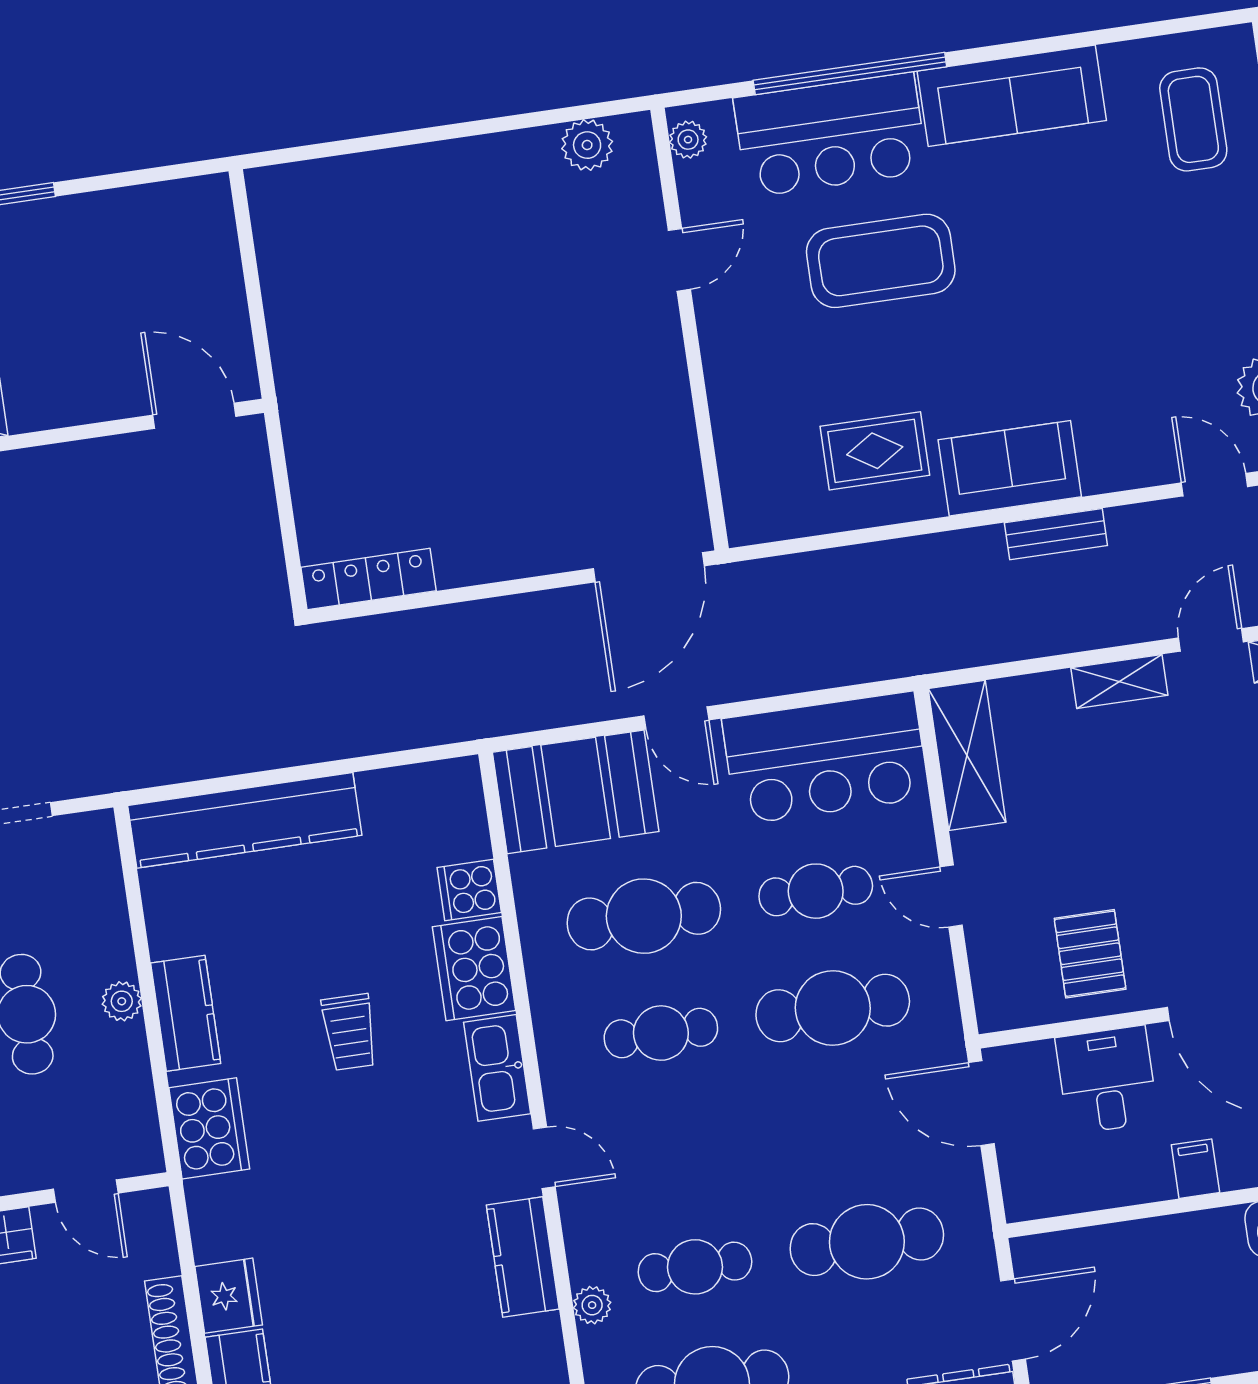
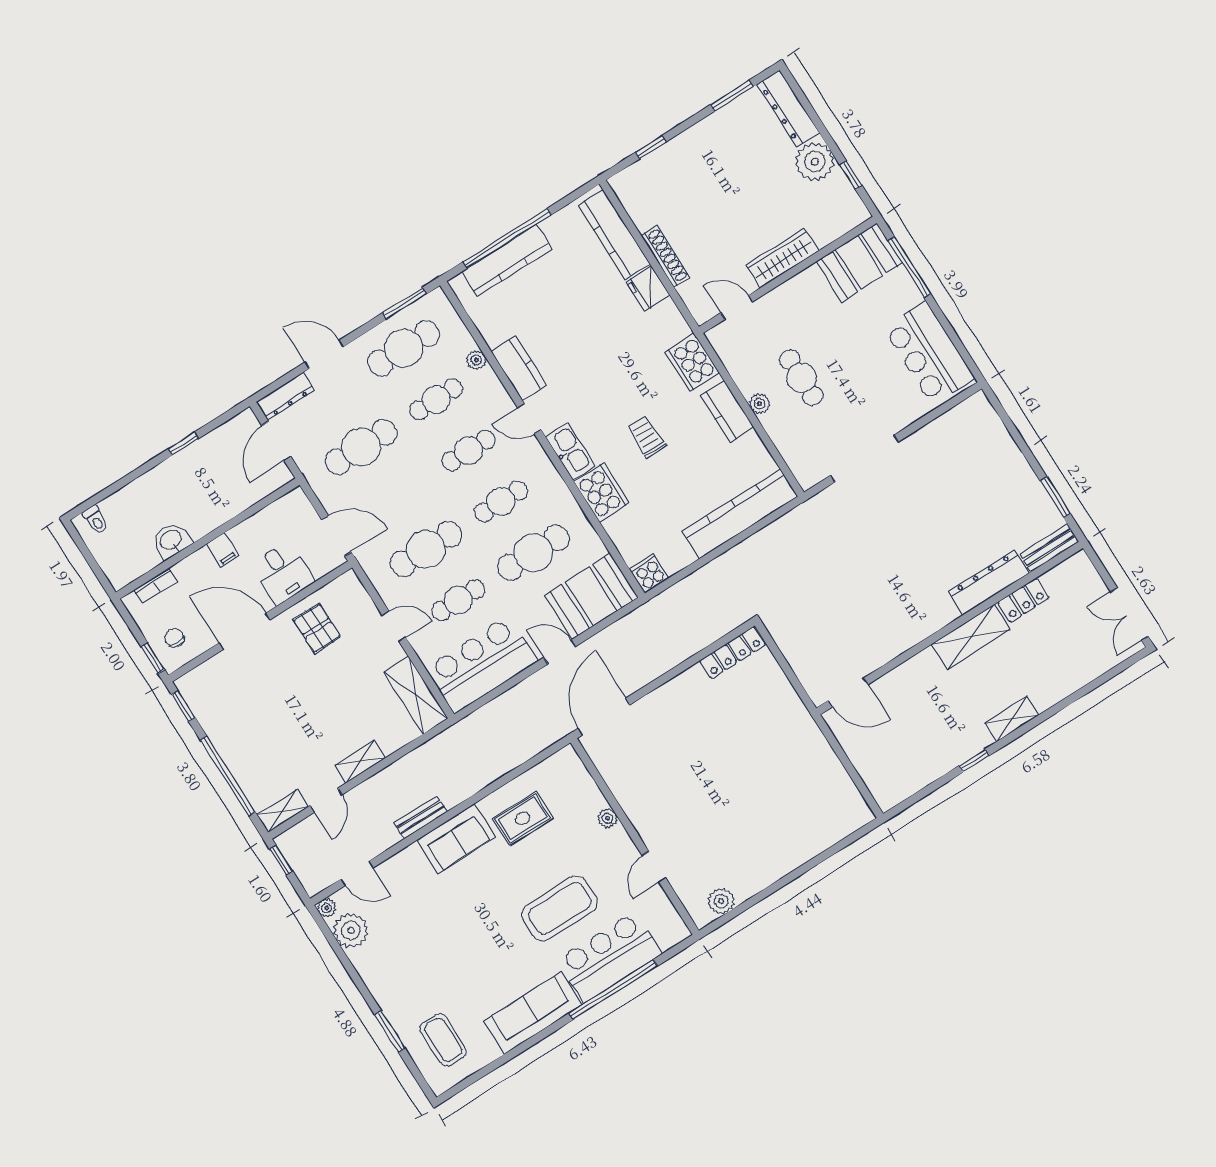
plant: (688, 140) -> (608, 818), moved
cooker: (469, 890) -> (649, 573), moved, turned -90
cafe table: (678, 1150) -> (469, 450), added

